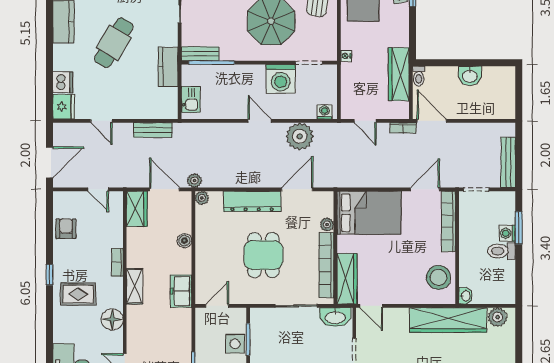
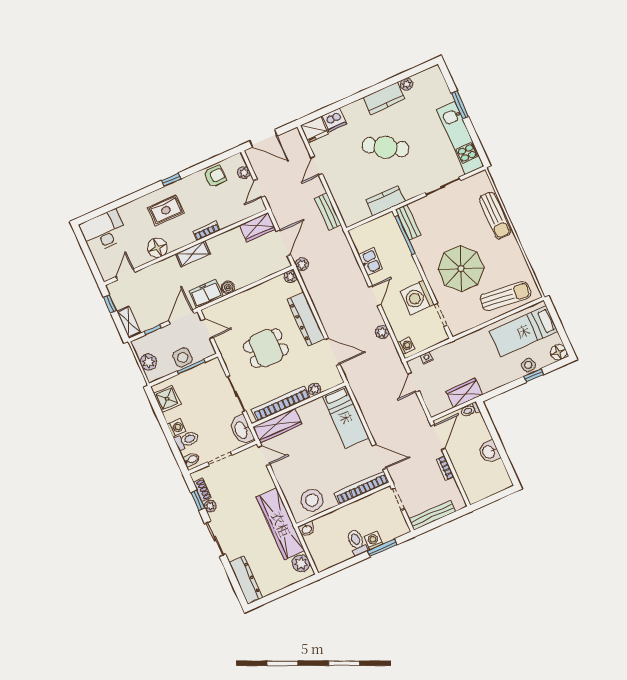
nightstand: (346, 56) -> (427, 358), moved
wardrobe: (399, 74) -> (464, 393), width x0.67
kitchen sink: (191, 99) -> (370, 262), moved, turned -90
bookcase: (403, 128) -> (445, 468), moved
plant: (300, 136) -> (382, 332), width x0.53, depth x0.53
plant: (75, 198) -> (244, 173), added
bed: (369, 213) -> (346, 417), width x0.67
boiler: (184, 241) -> (228, 287), moved
rug: (78, 294) -> (166, 210), turned 90
door: (371, 306) -> (264, 455), swing flipped
door: (193, 327) -> (181, 317), added

